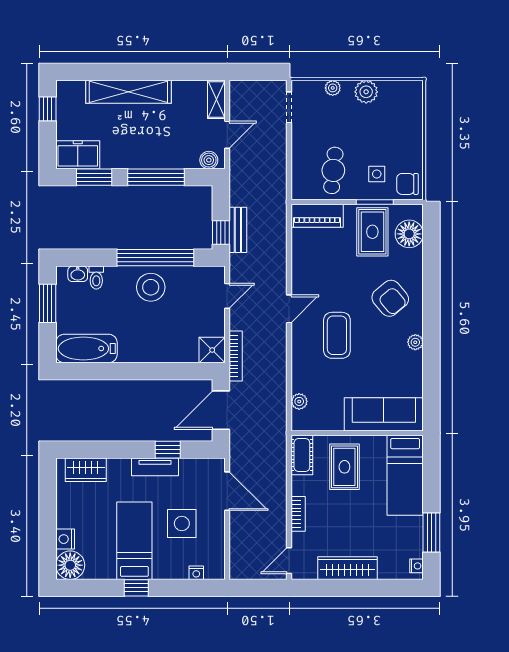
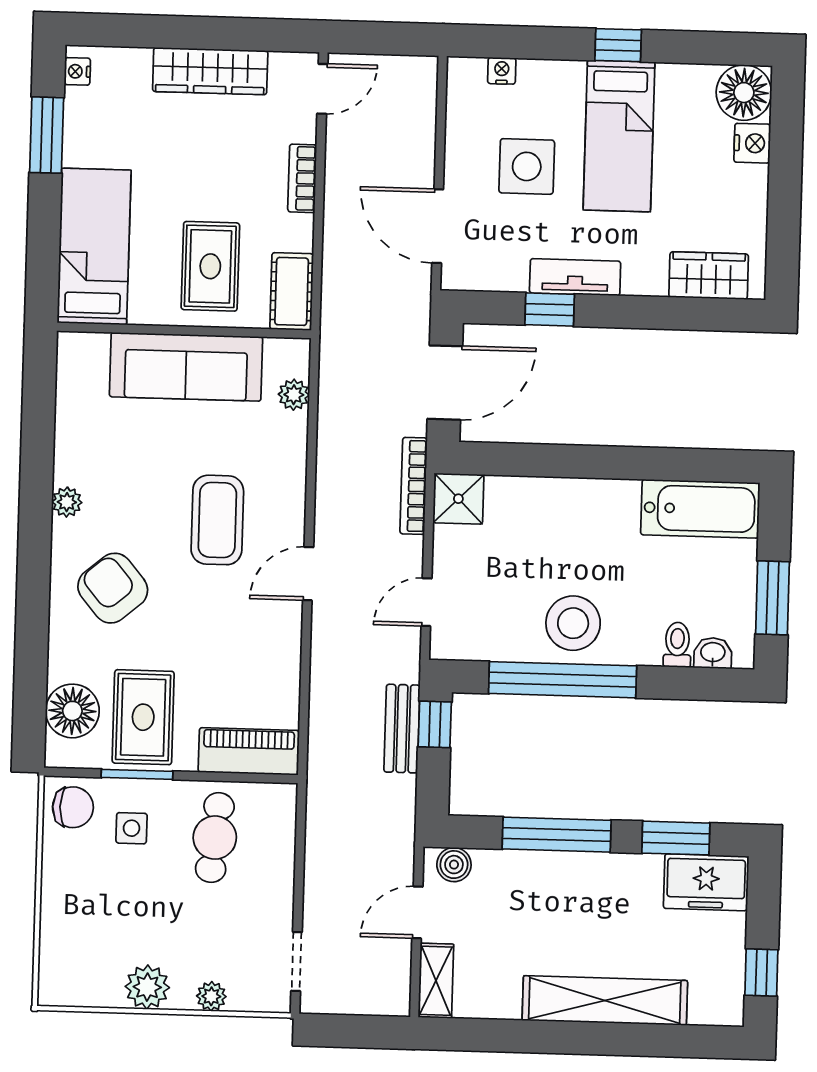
sofa: (384, 414) -> (186, 367), moved

